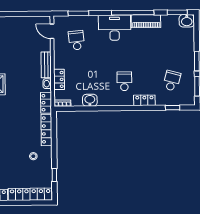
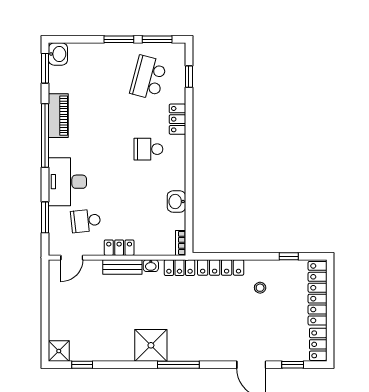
desk: (115, 28) -> (67, 182), moved
locker: (59, 79) -> (119, 248), moved
school desk: (172, 81) -> (148, 78), width x1.85

